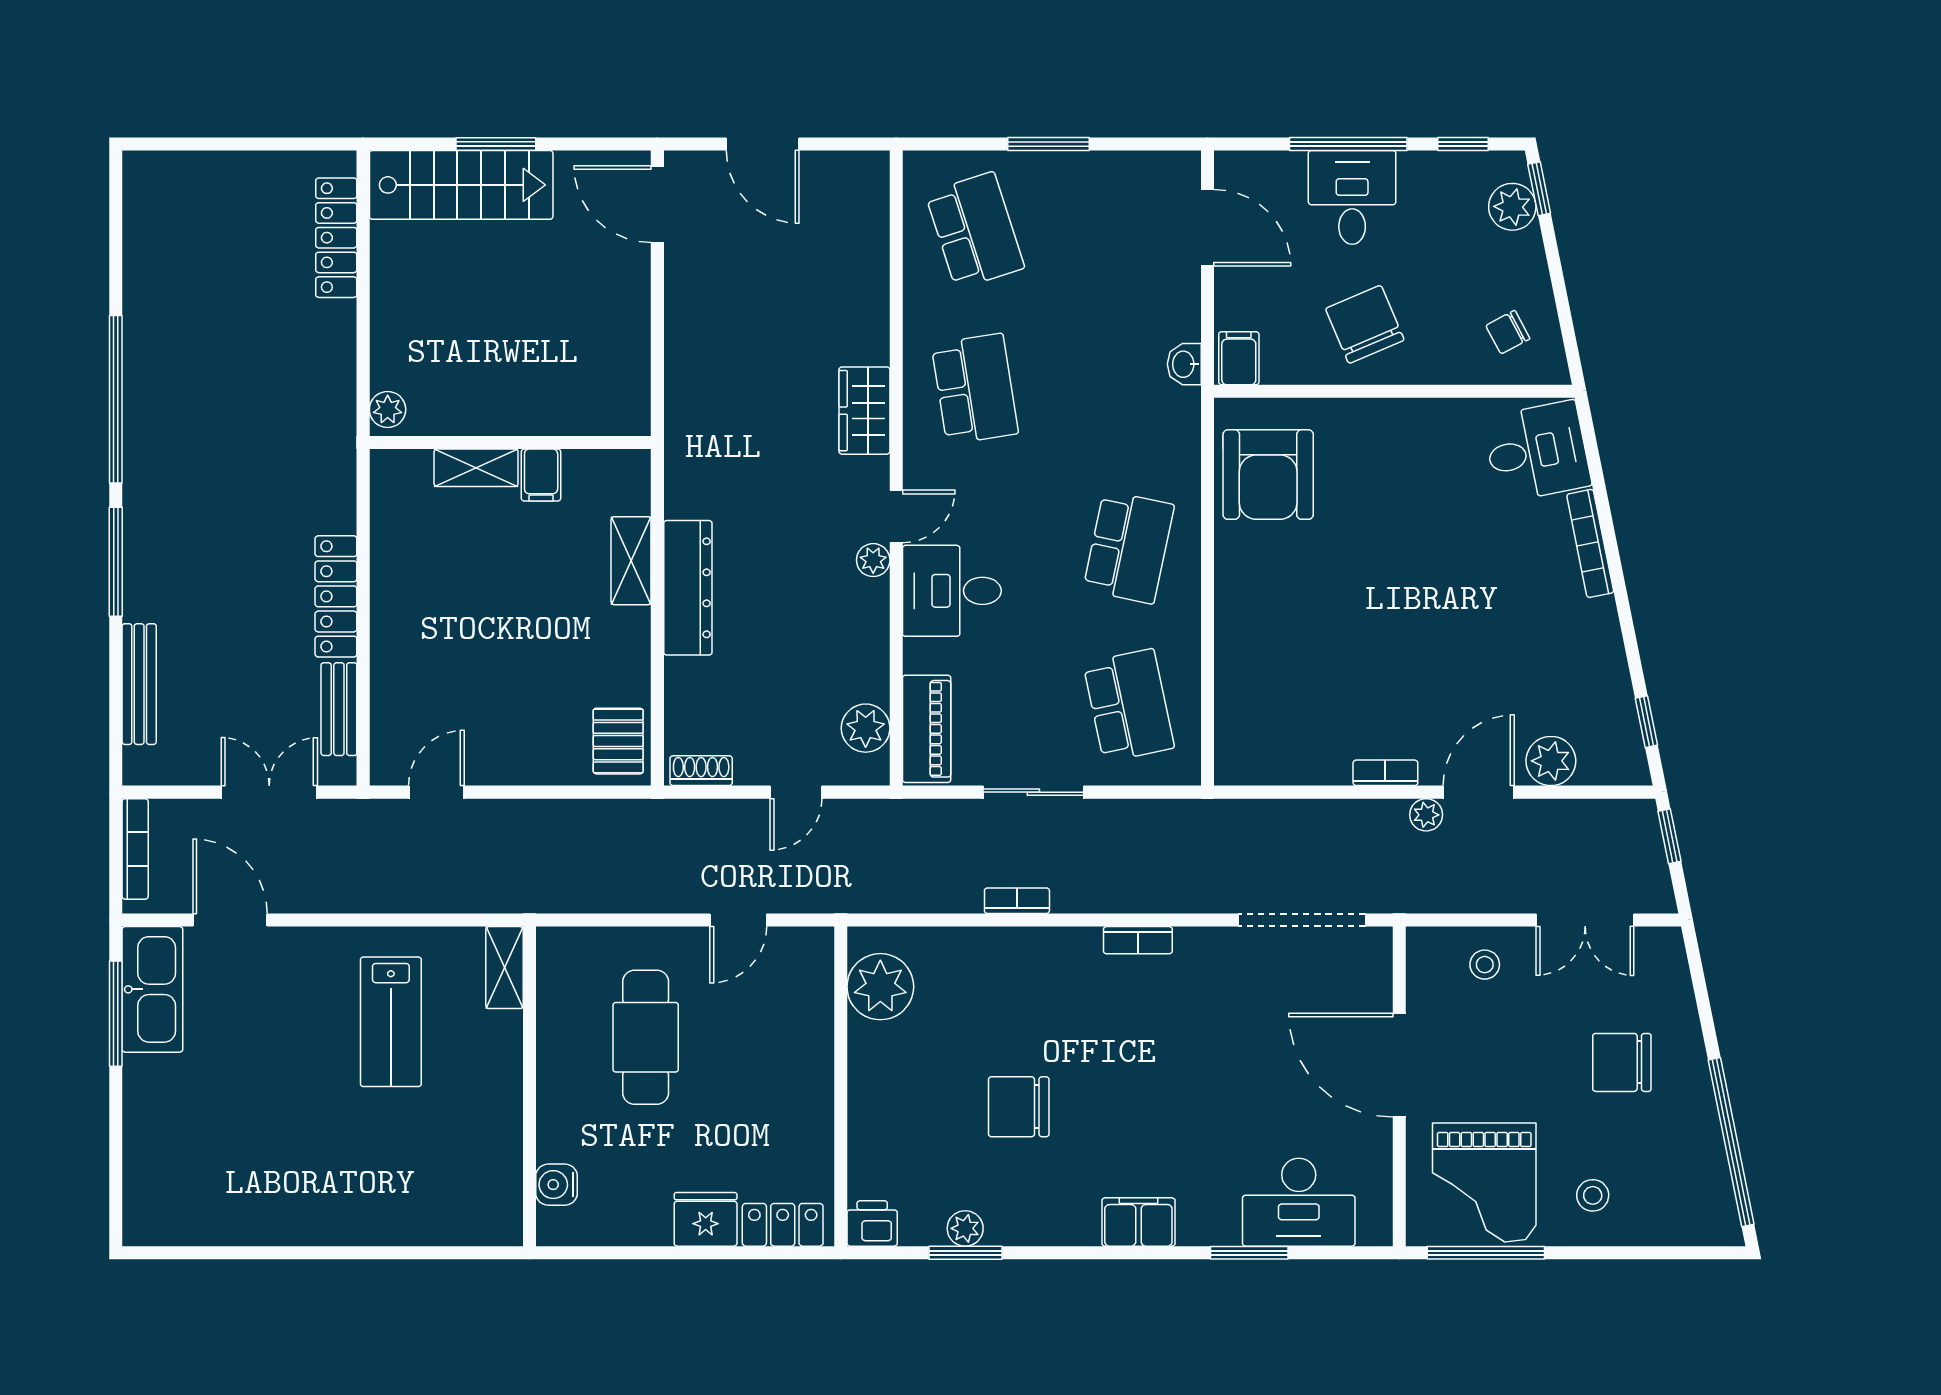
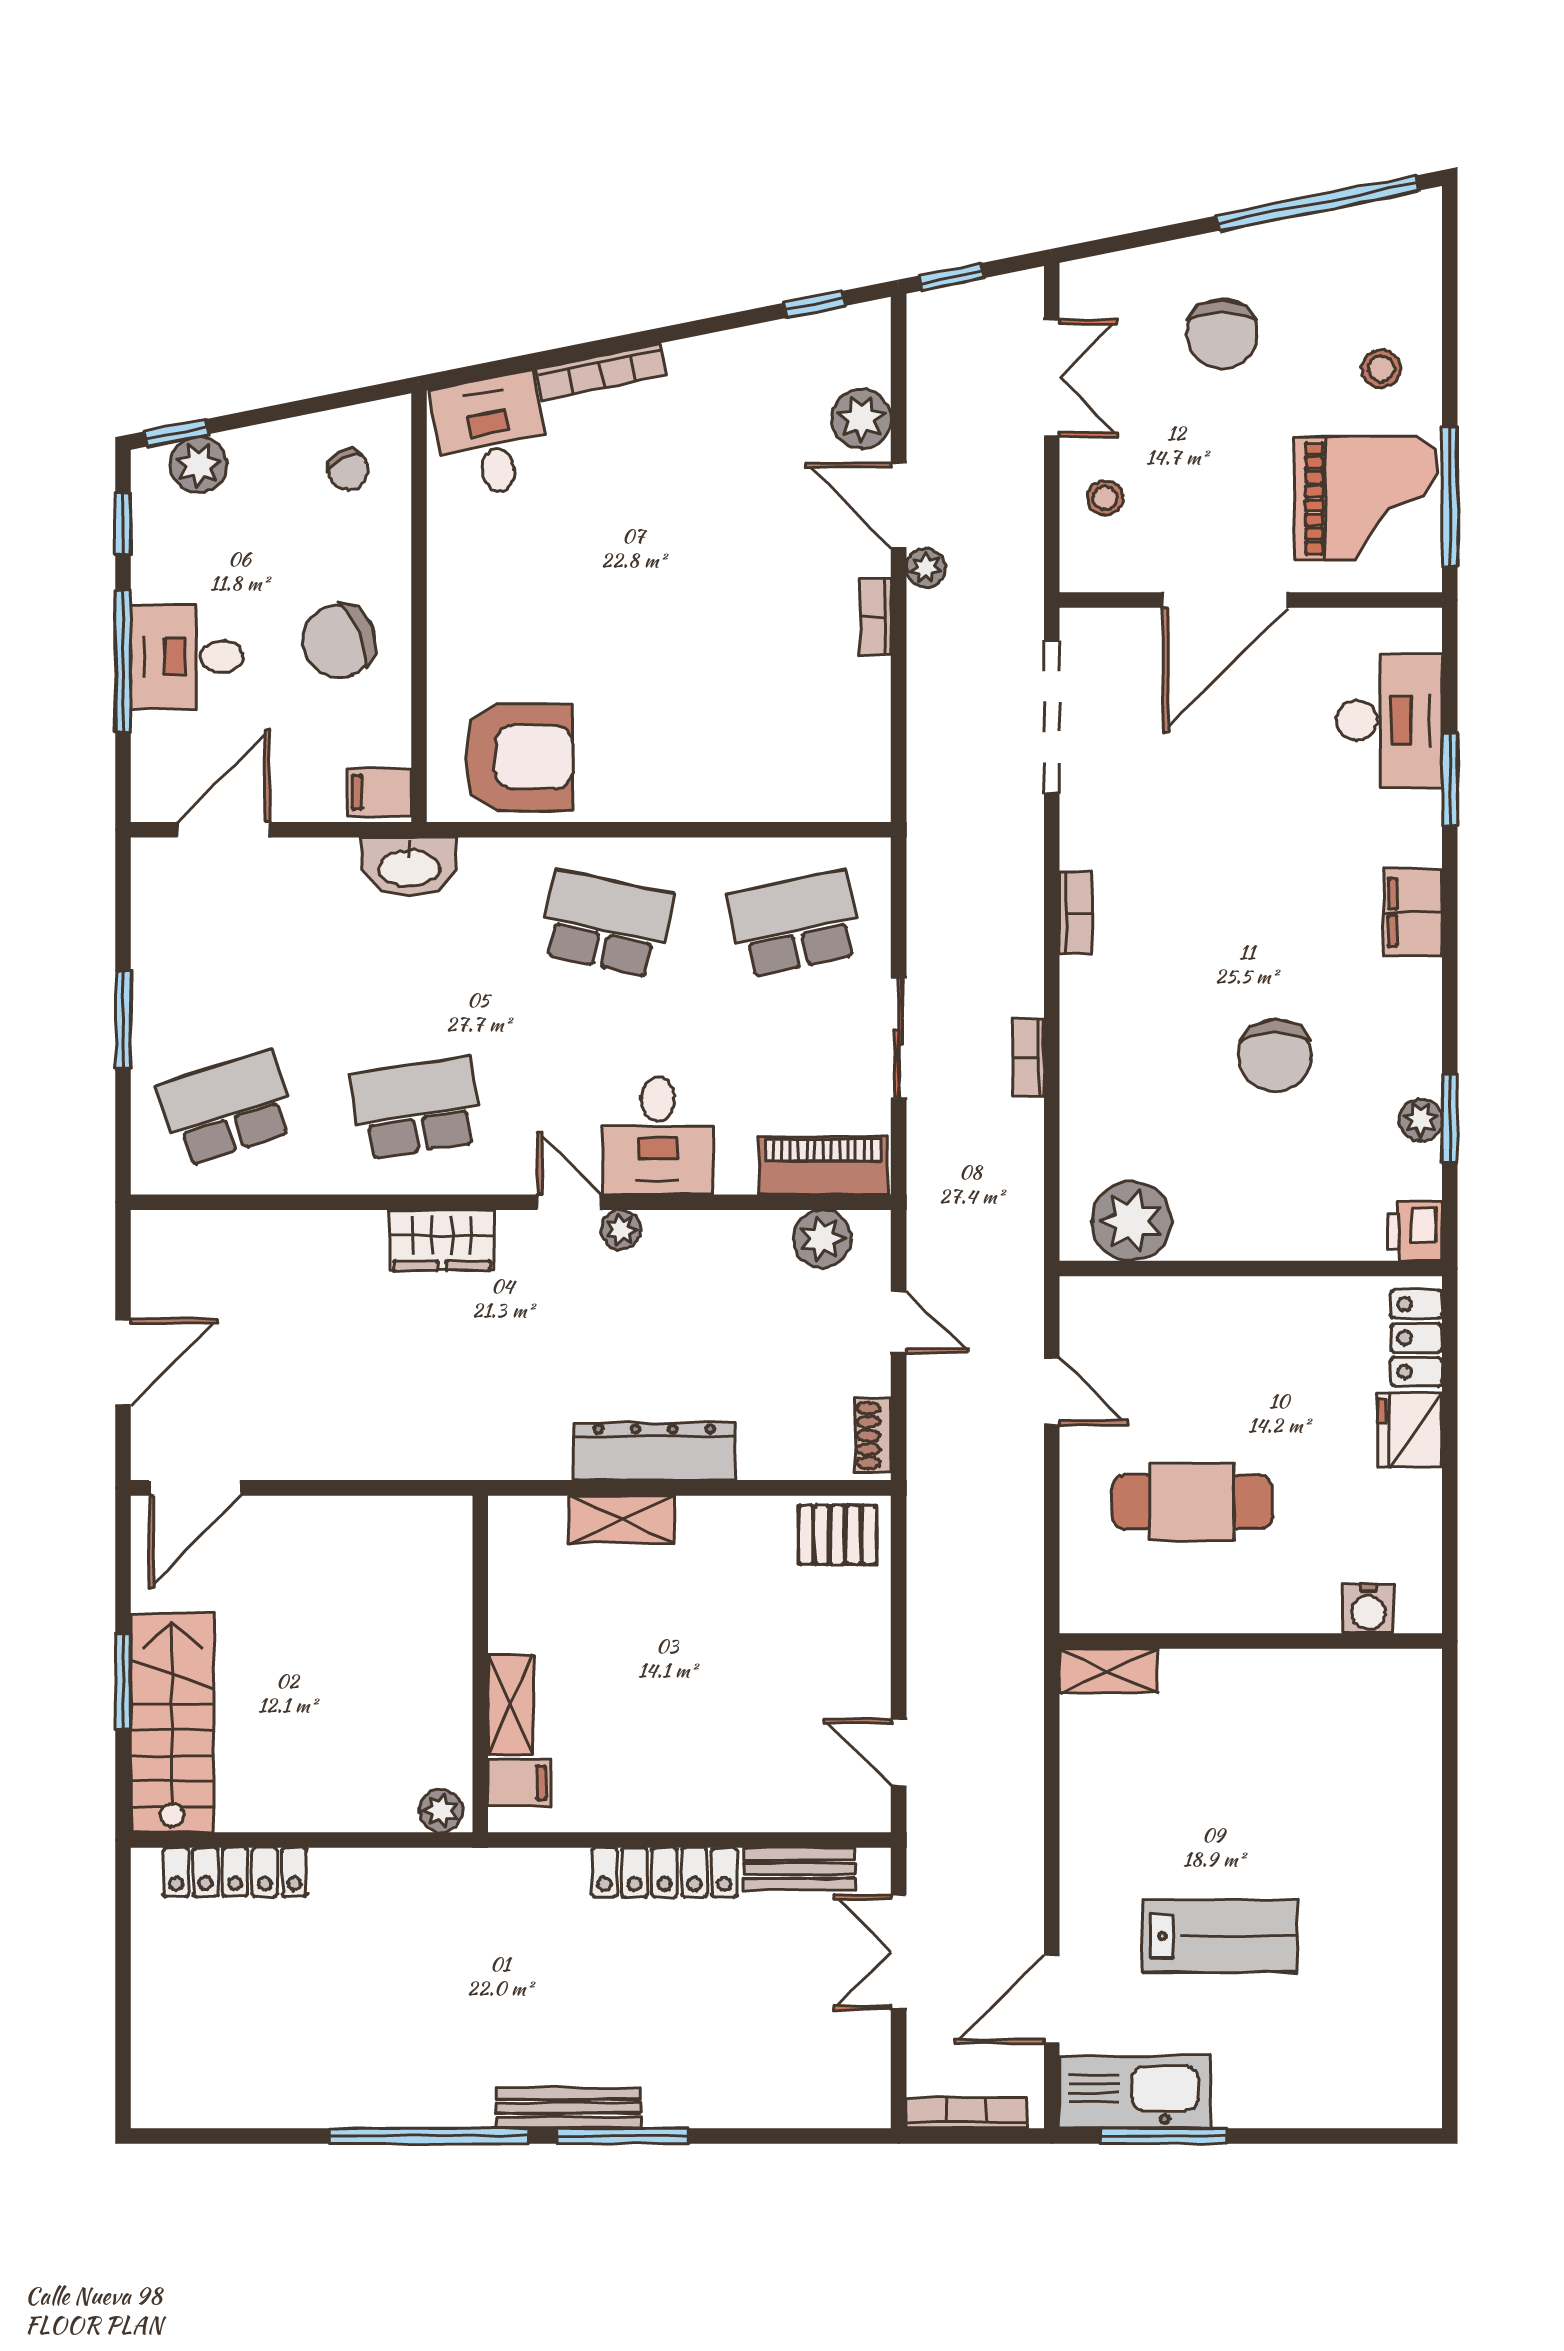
washbasin: (1184, 364) -> (409, 866), width x1.91, depth x1.45
filing cabinet: (541, 475) -> (519, 1783), moved
bench: (139, 684) -> (569, 2108), moved
lab bench: (391, 1022) -> (1220, 1936), moved

